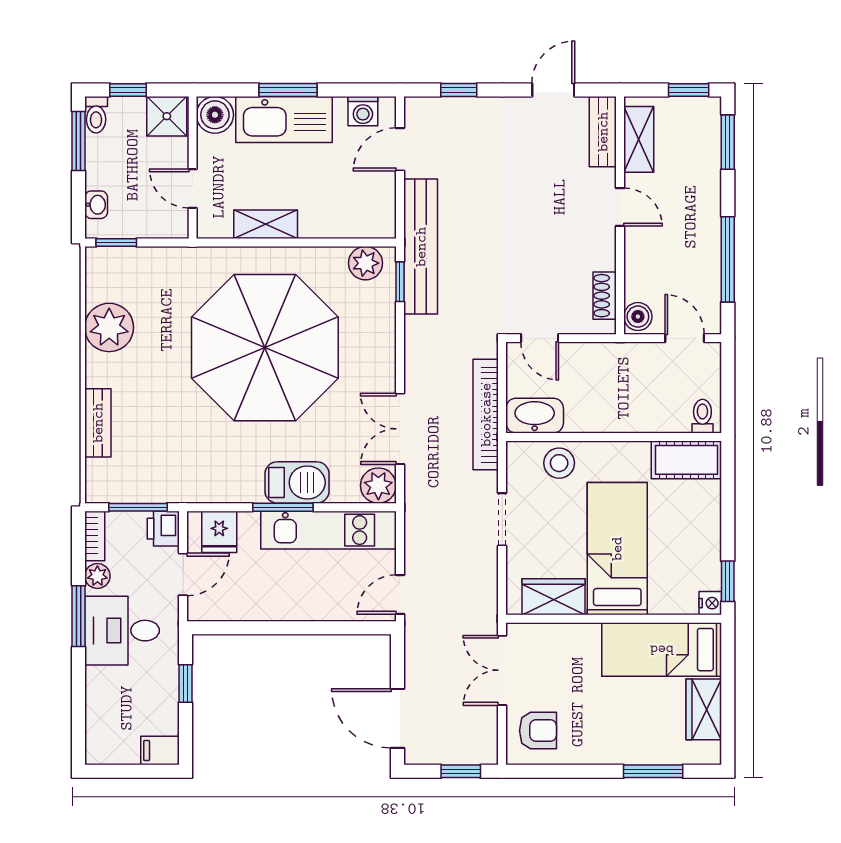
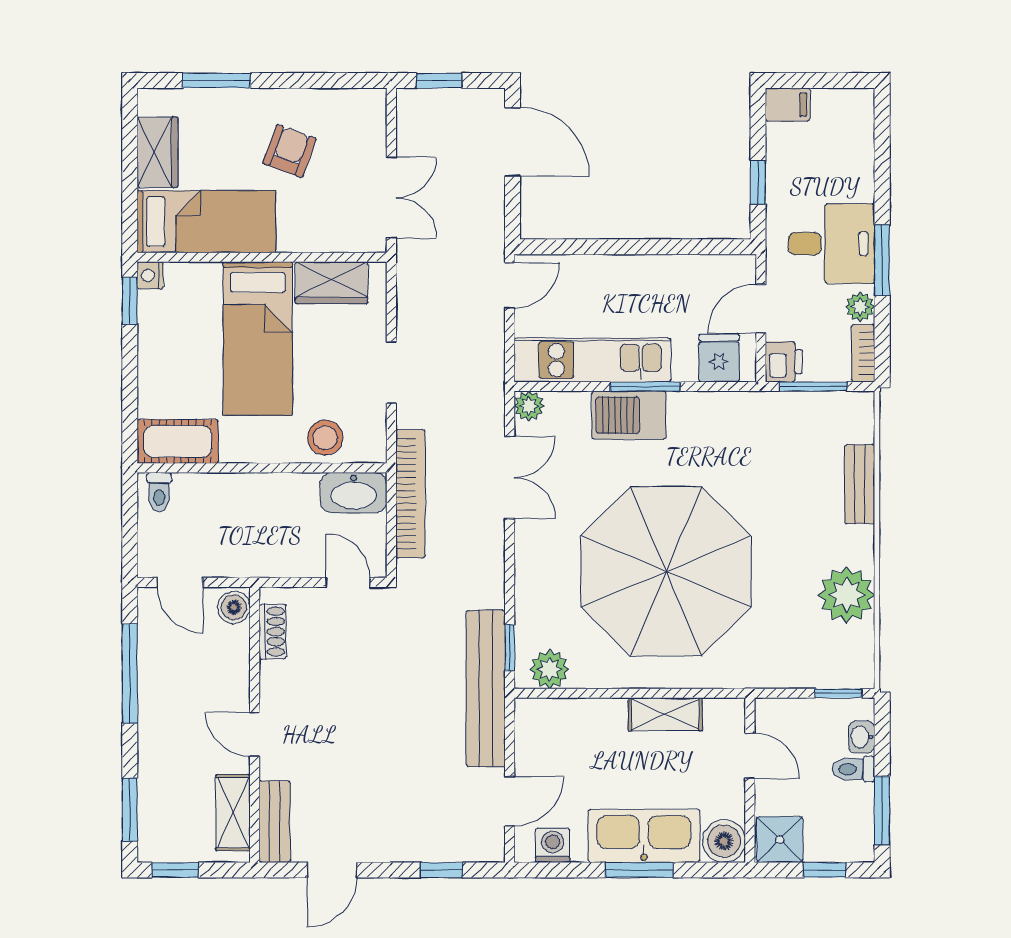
toilet: (96, 115) -> (853, 769), moved, turned -90
plant: (378, 486) -> (529, 406), width x0.73, depth x0.73
armchair: (538, 731) -> (290, 151), moved, turned 110

